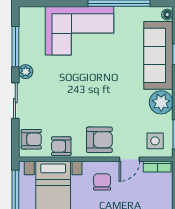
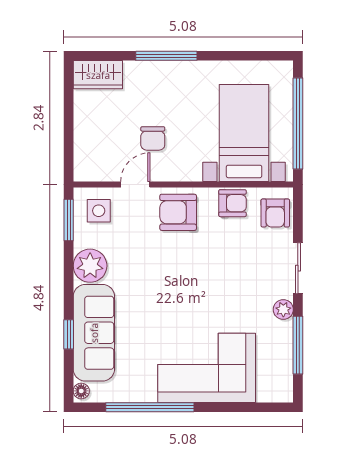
armchair: (31, 139) -> (275, 213), turned -90
bookcase: (157, 167) -> (96, 174), removed
chair: (102, 182) -> (153, 138), moved

